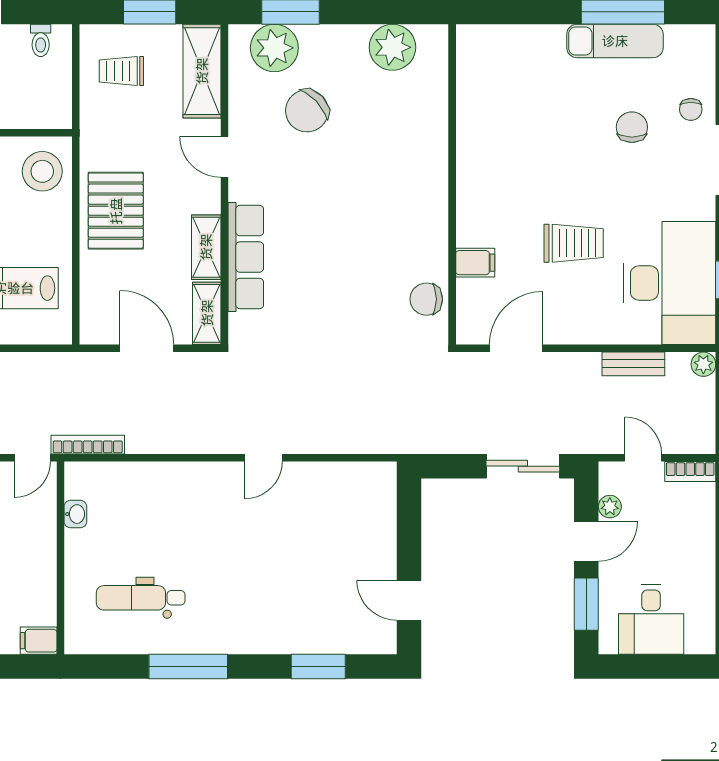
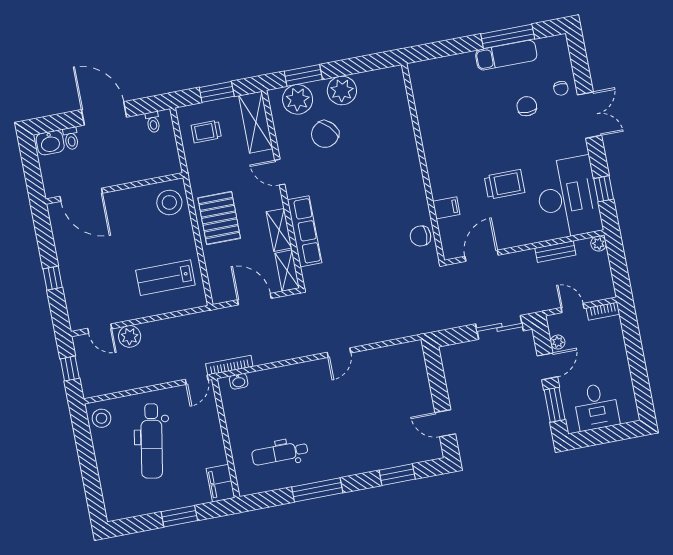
plant: (392, 47) -> (342, 90), moved
washbasin: (75, 514) -> (239, 381), moved, turned 90
filing cabinet: (39, 641) -> (221, 483), width x2.00

